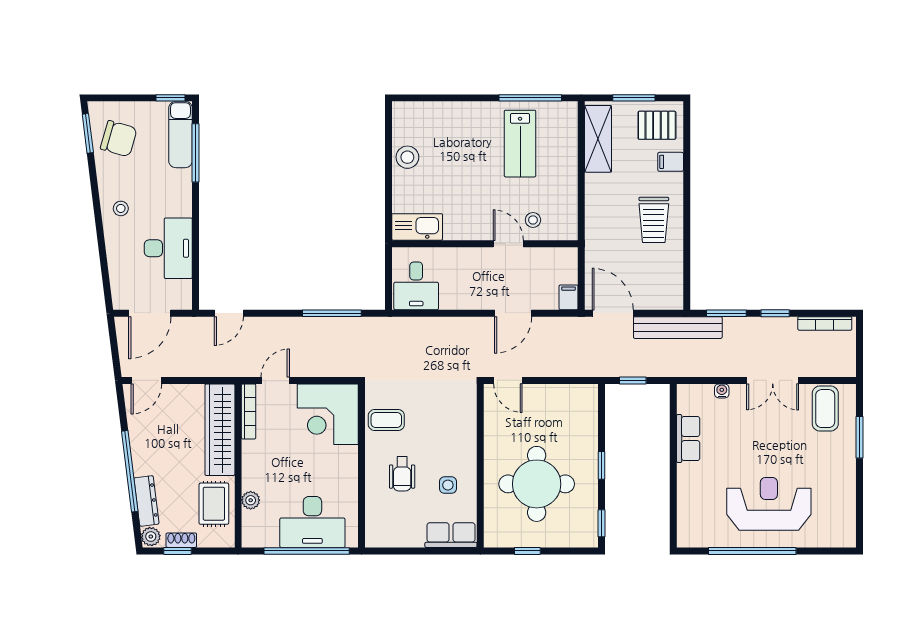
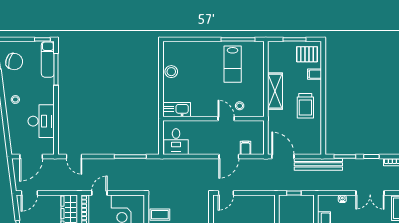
shelving: (598, 139) -> (275, 91), moved
filing cabinet: (569, 297) -> (245, 148), moved
door: (229, 313) -> (74, 156), hinge flipped
door: (508, 380) -> (226, 193), hinge flipped

